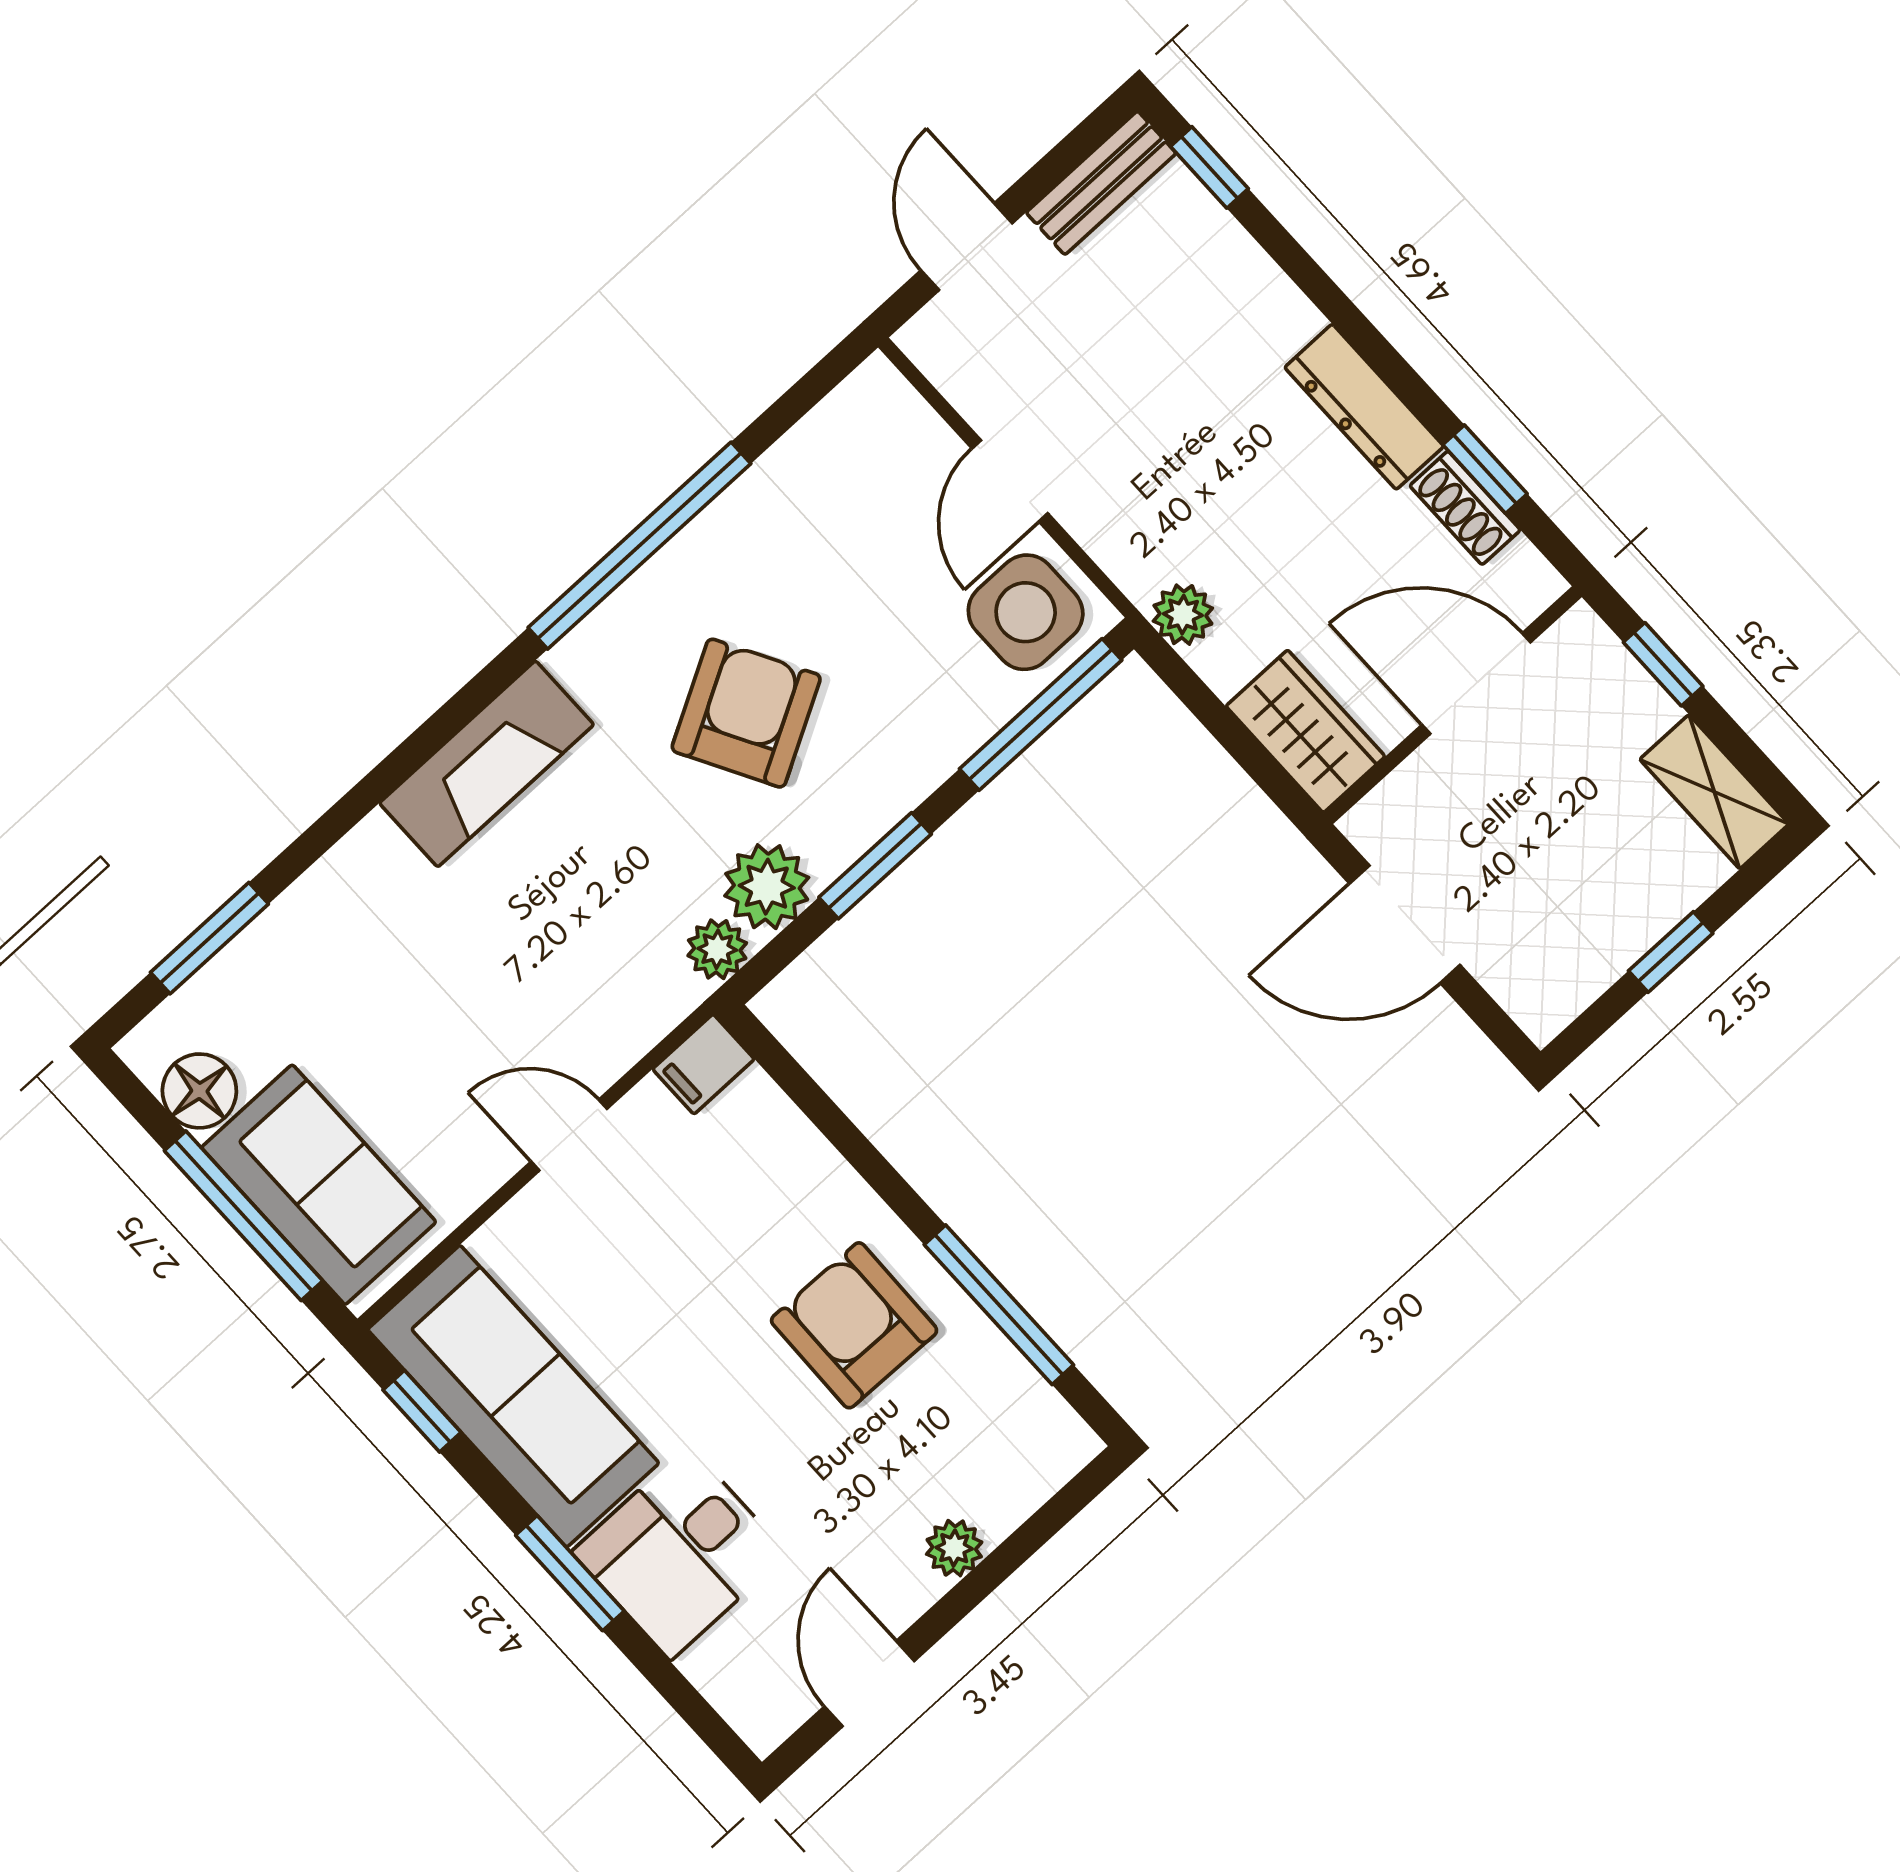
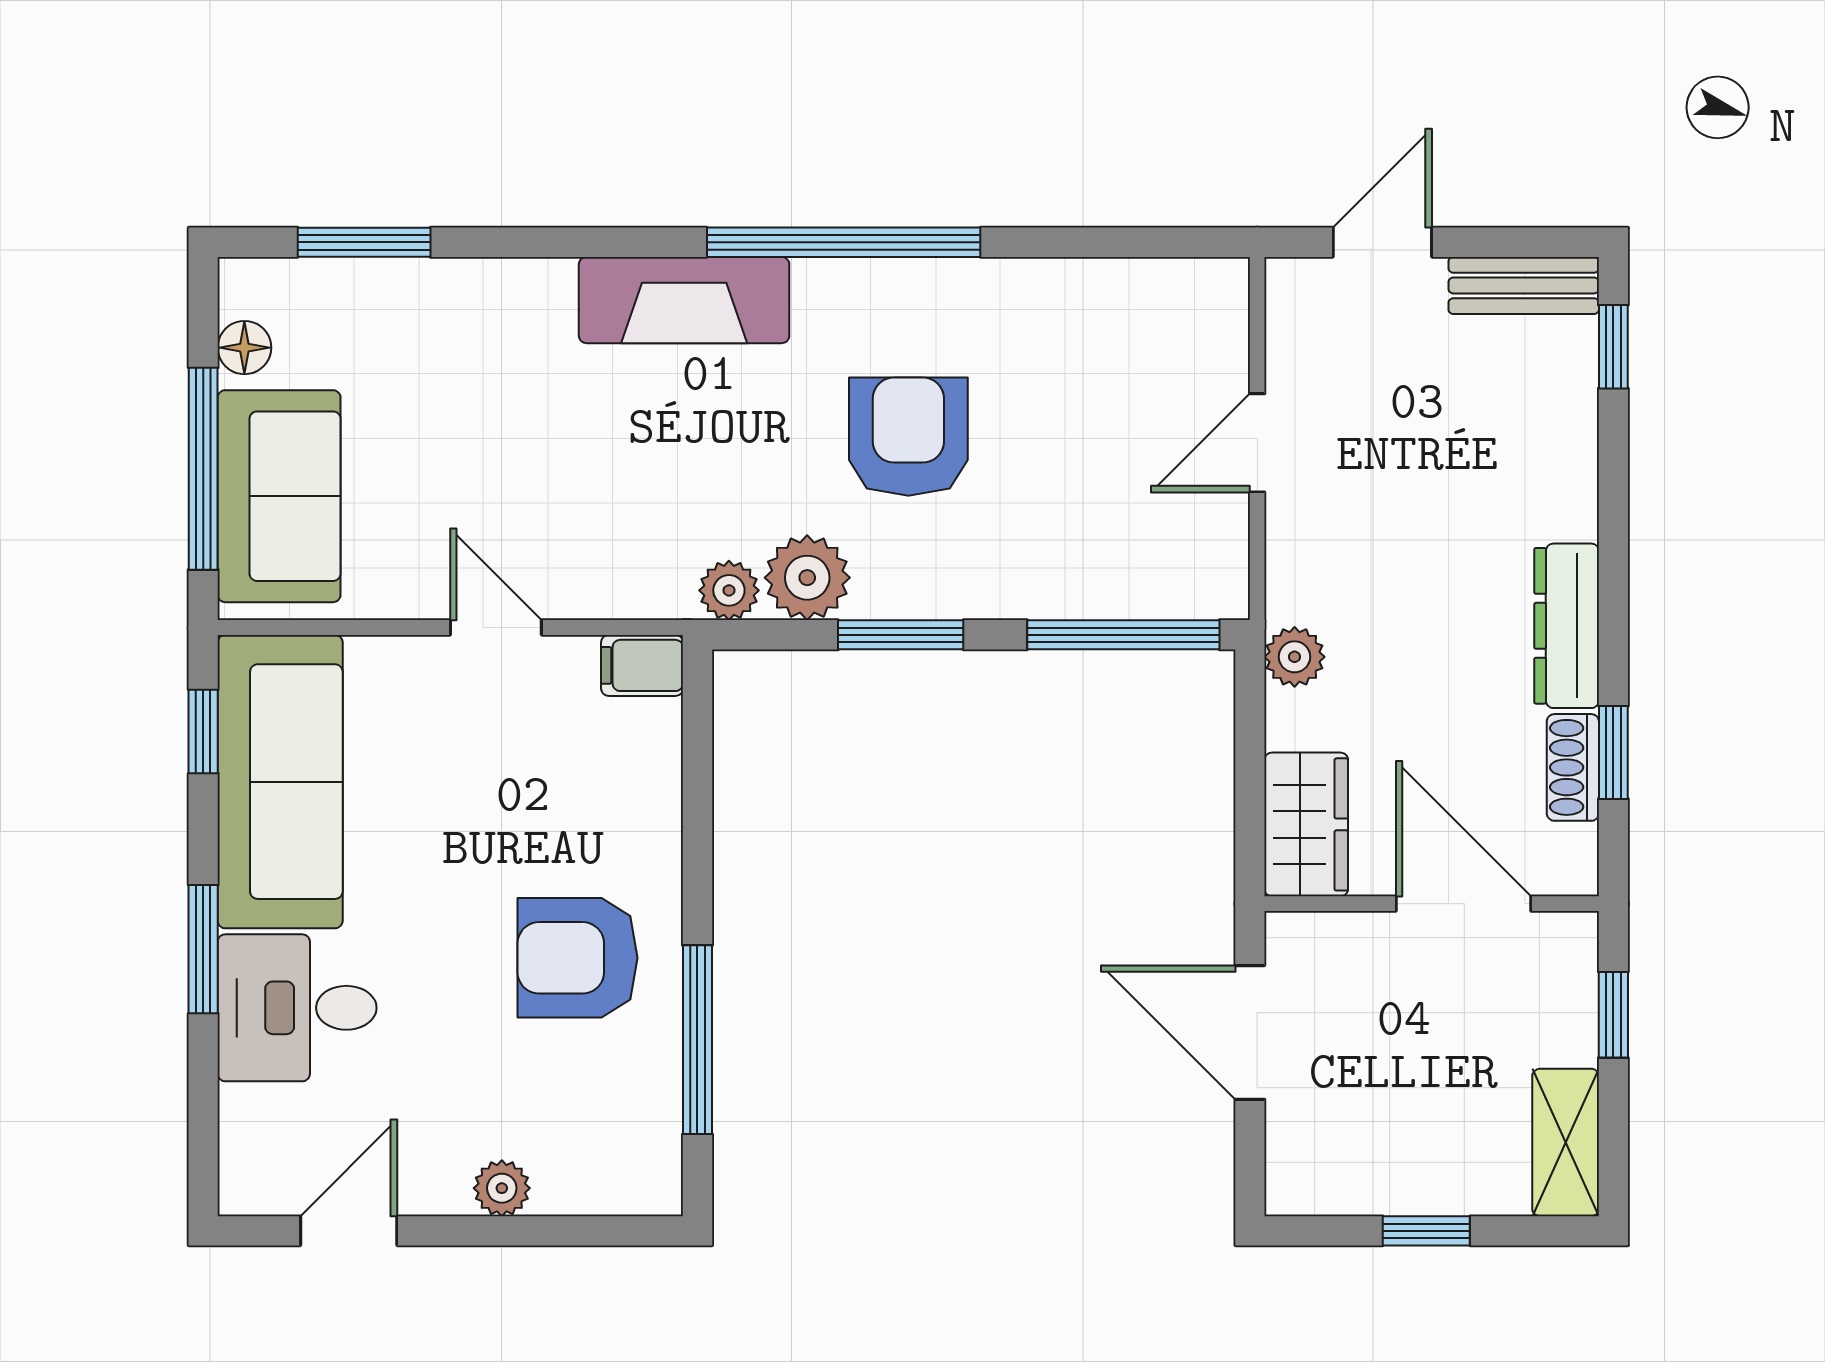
window: (639, 546) -> (844, 242), moved
side table: (1026, 612) -> (1181, 550), removed
armchair: (746, 713) -> (908, 437), turned -61
floor lamp: (199, 1091) -> (244, 348), width x0.73, depth x0.73
armchair: (854, 1325) -> (578, 958), turned -91

